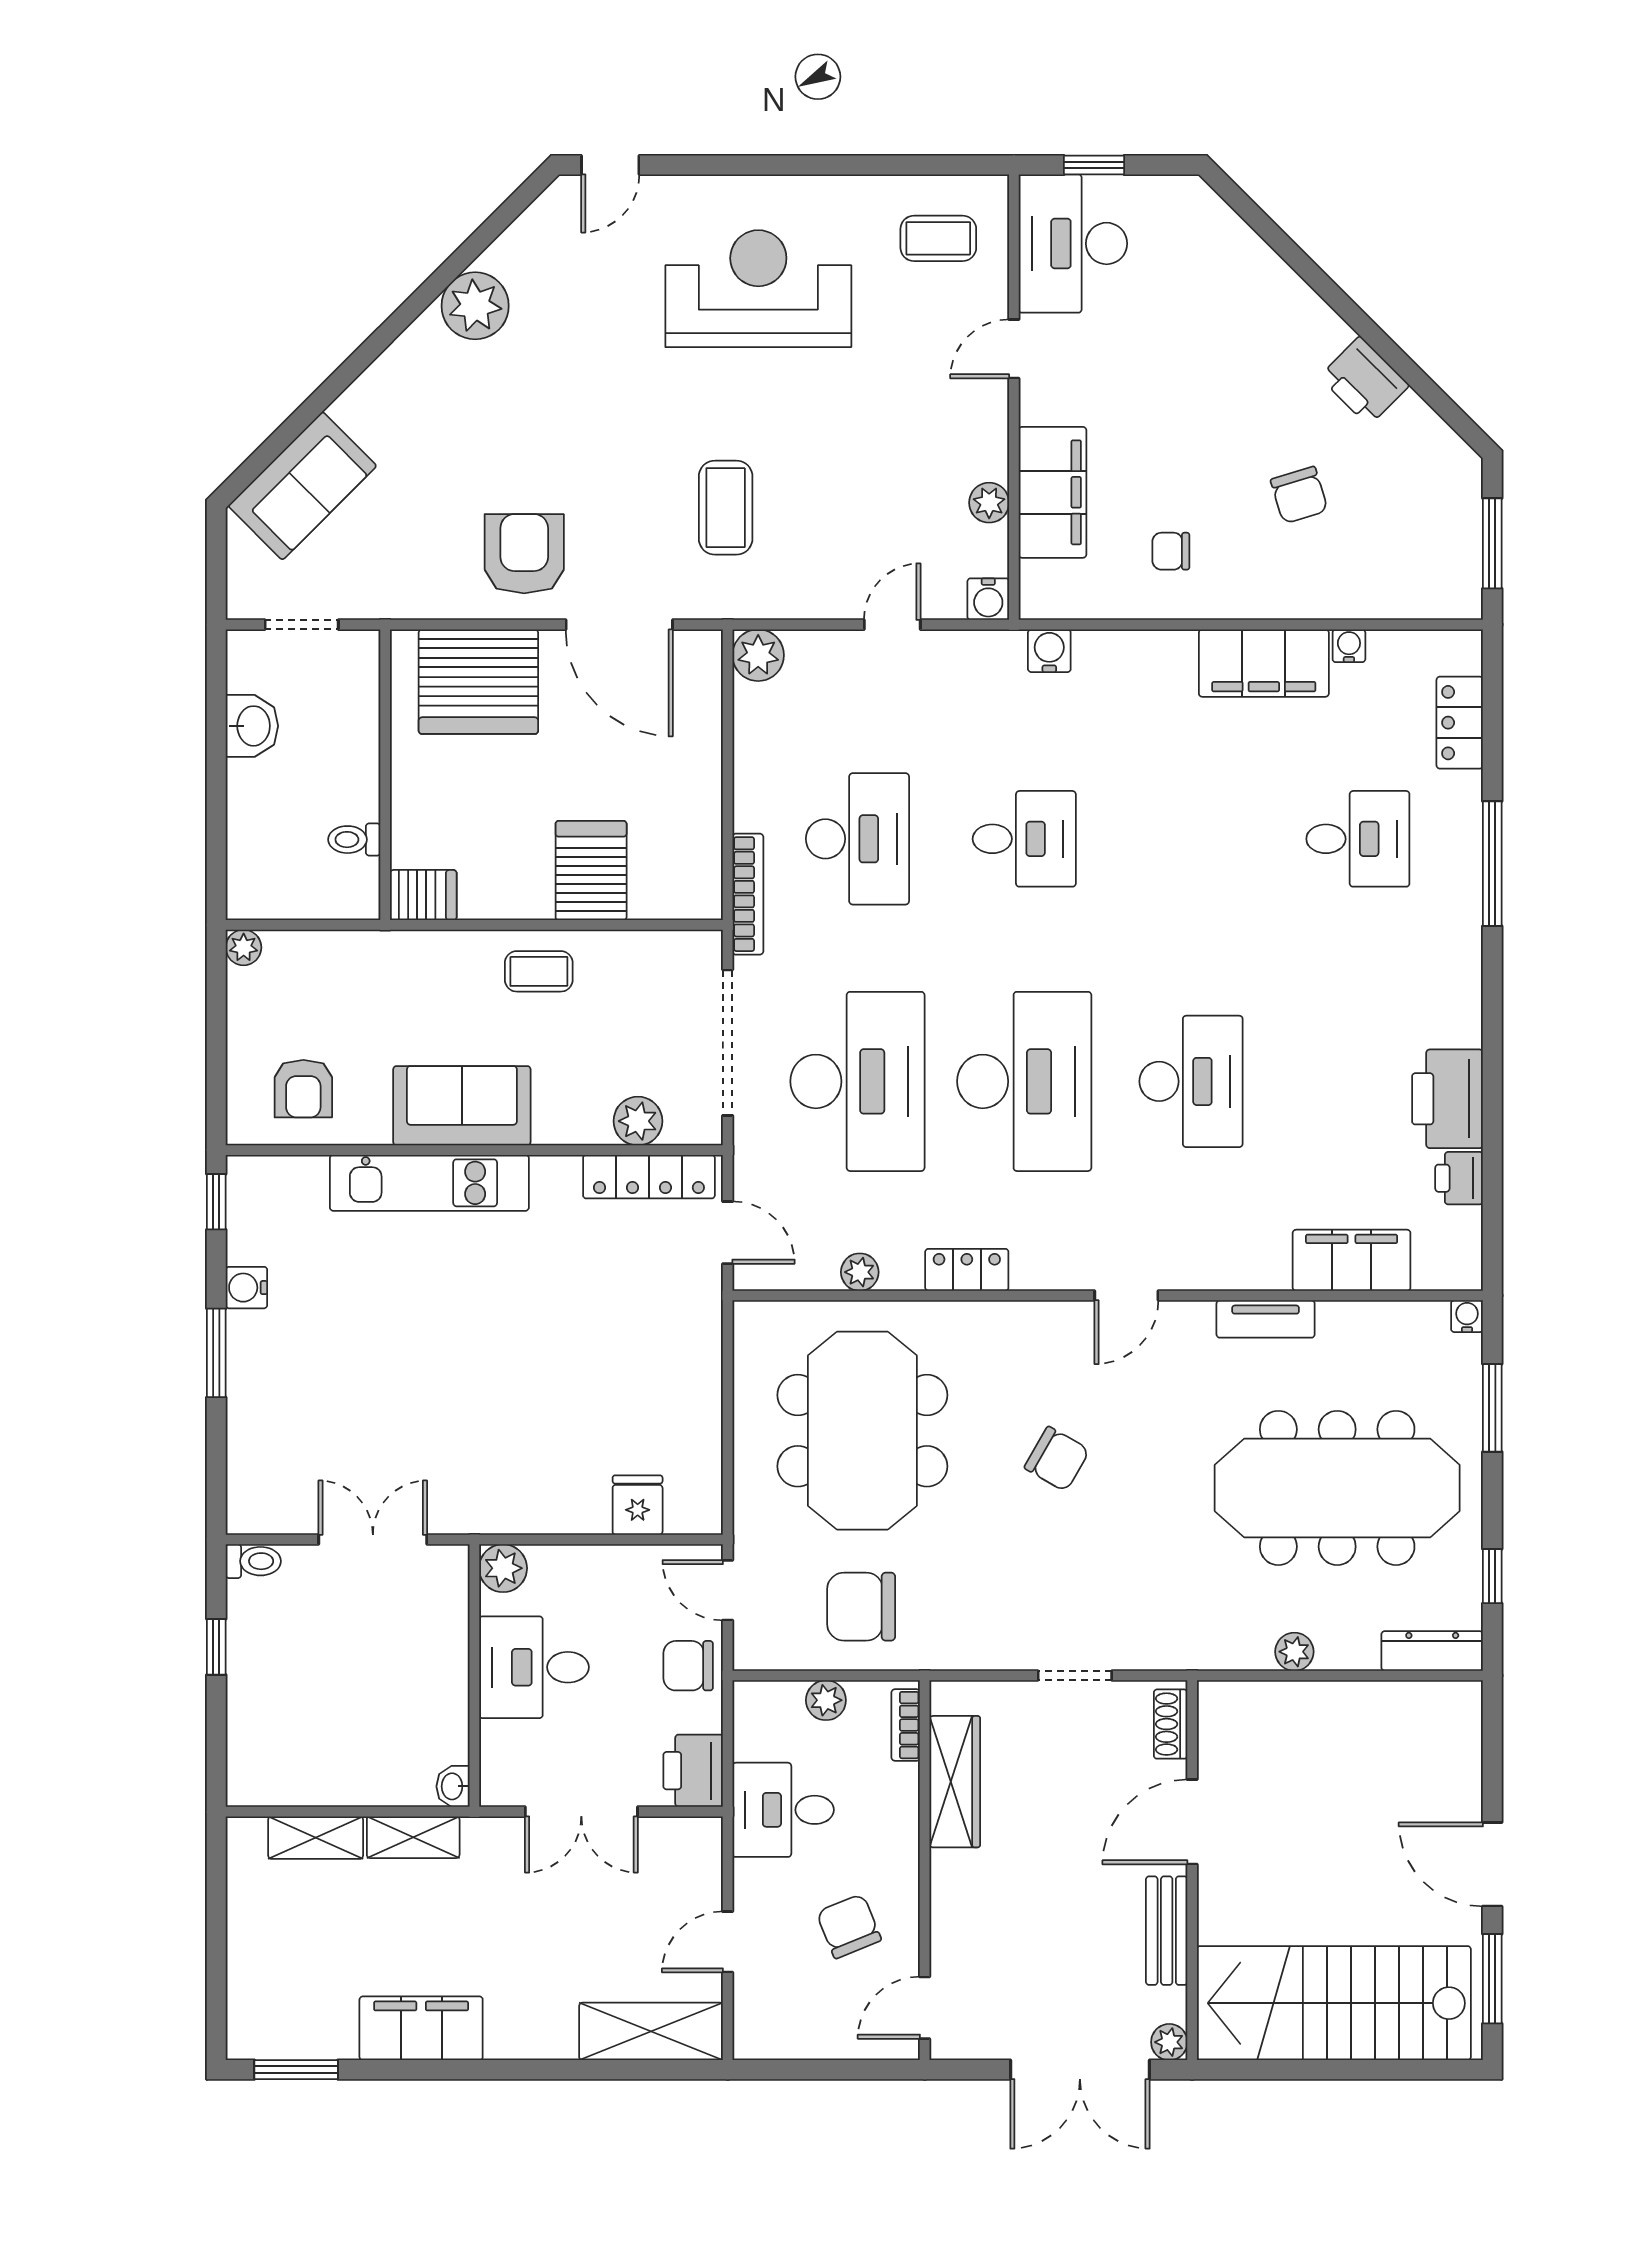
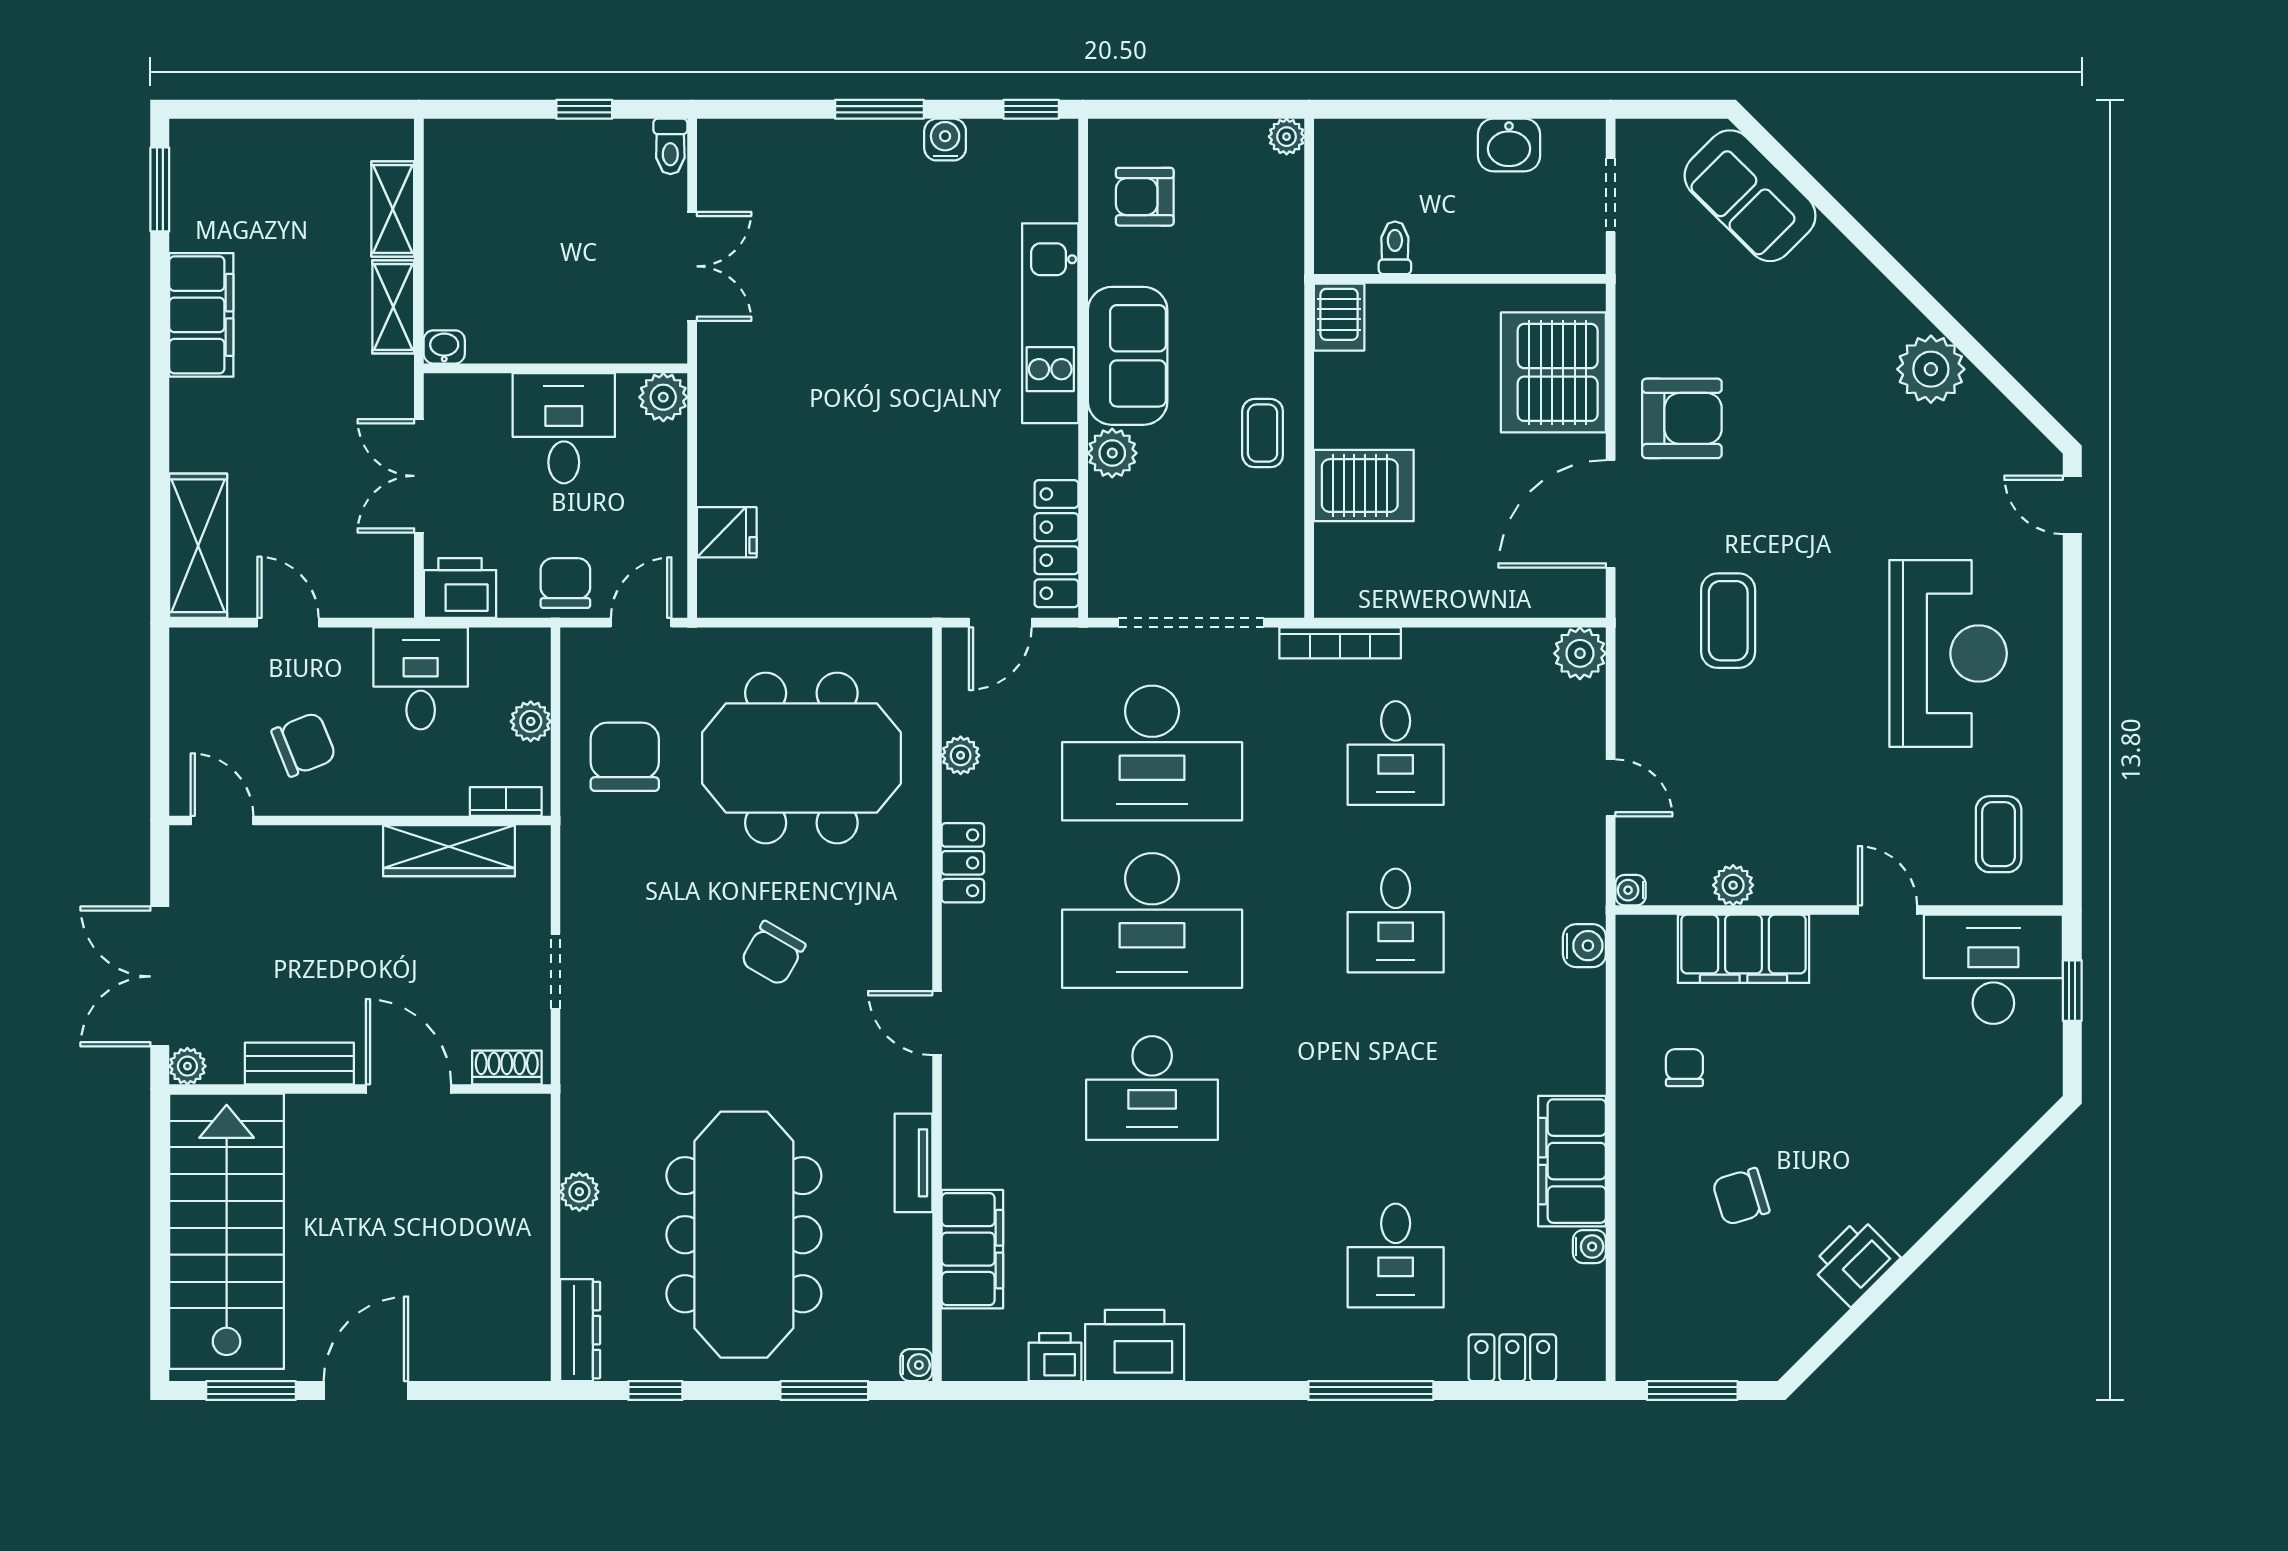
coffee table: (726, 508) -> (1728, 621), turned 90
water cooler: (988, 599) -> (1630, 890), width x0.72, depth x0.72
desk: (857, 839) -> (1396, 753), width x0.73
plant: (638, 1121) -> (1112, 453), moved

